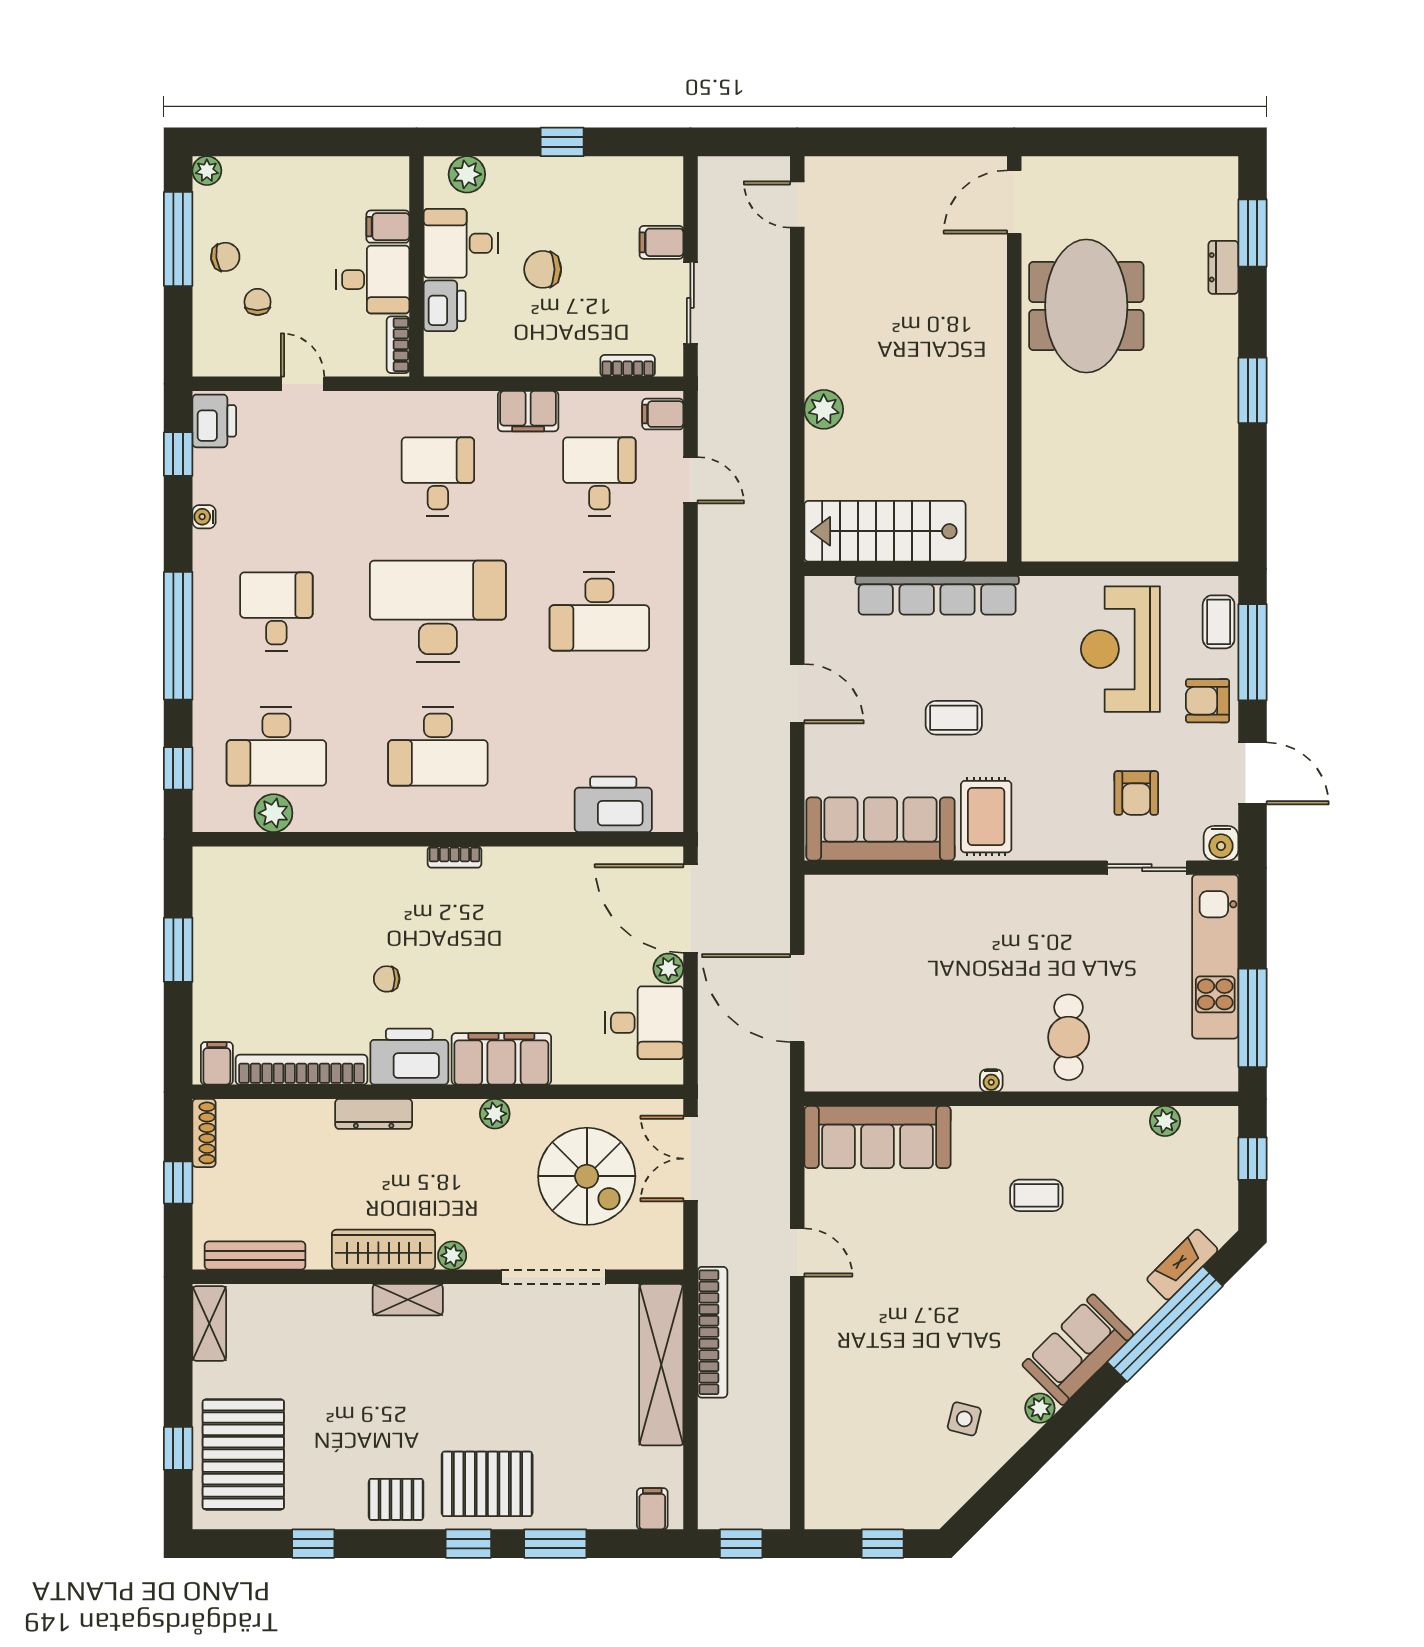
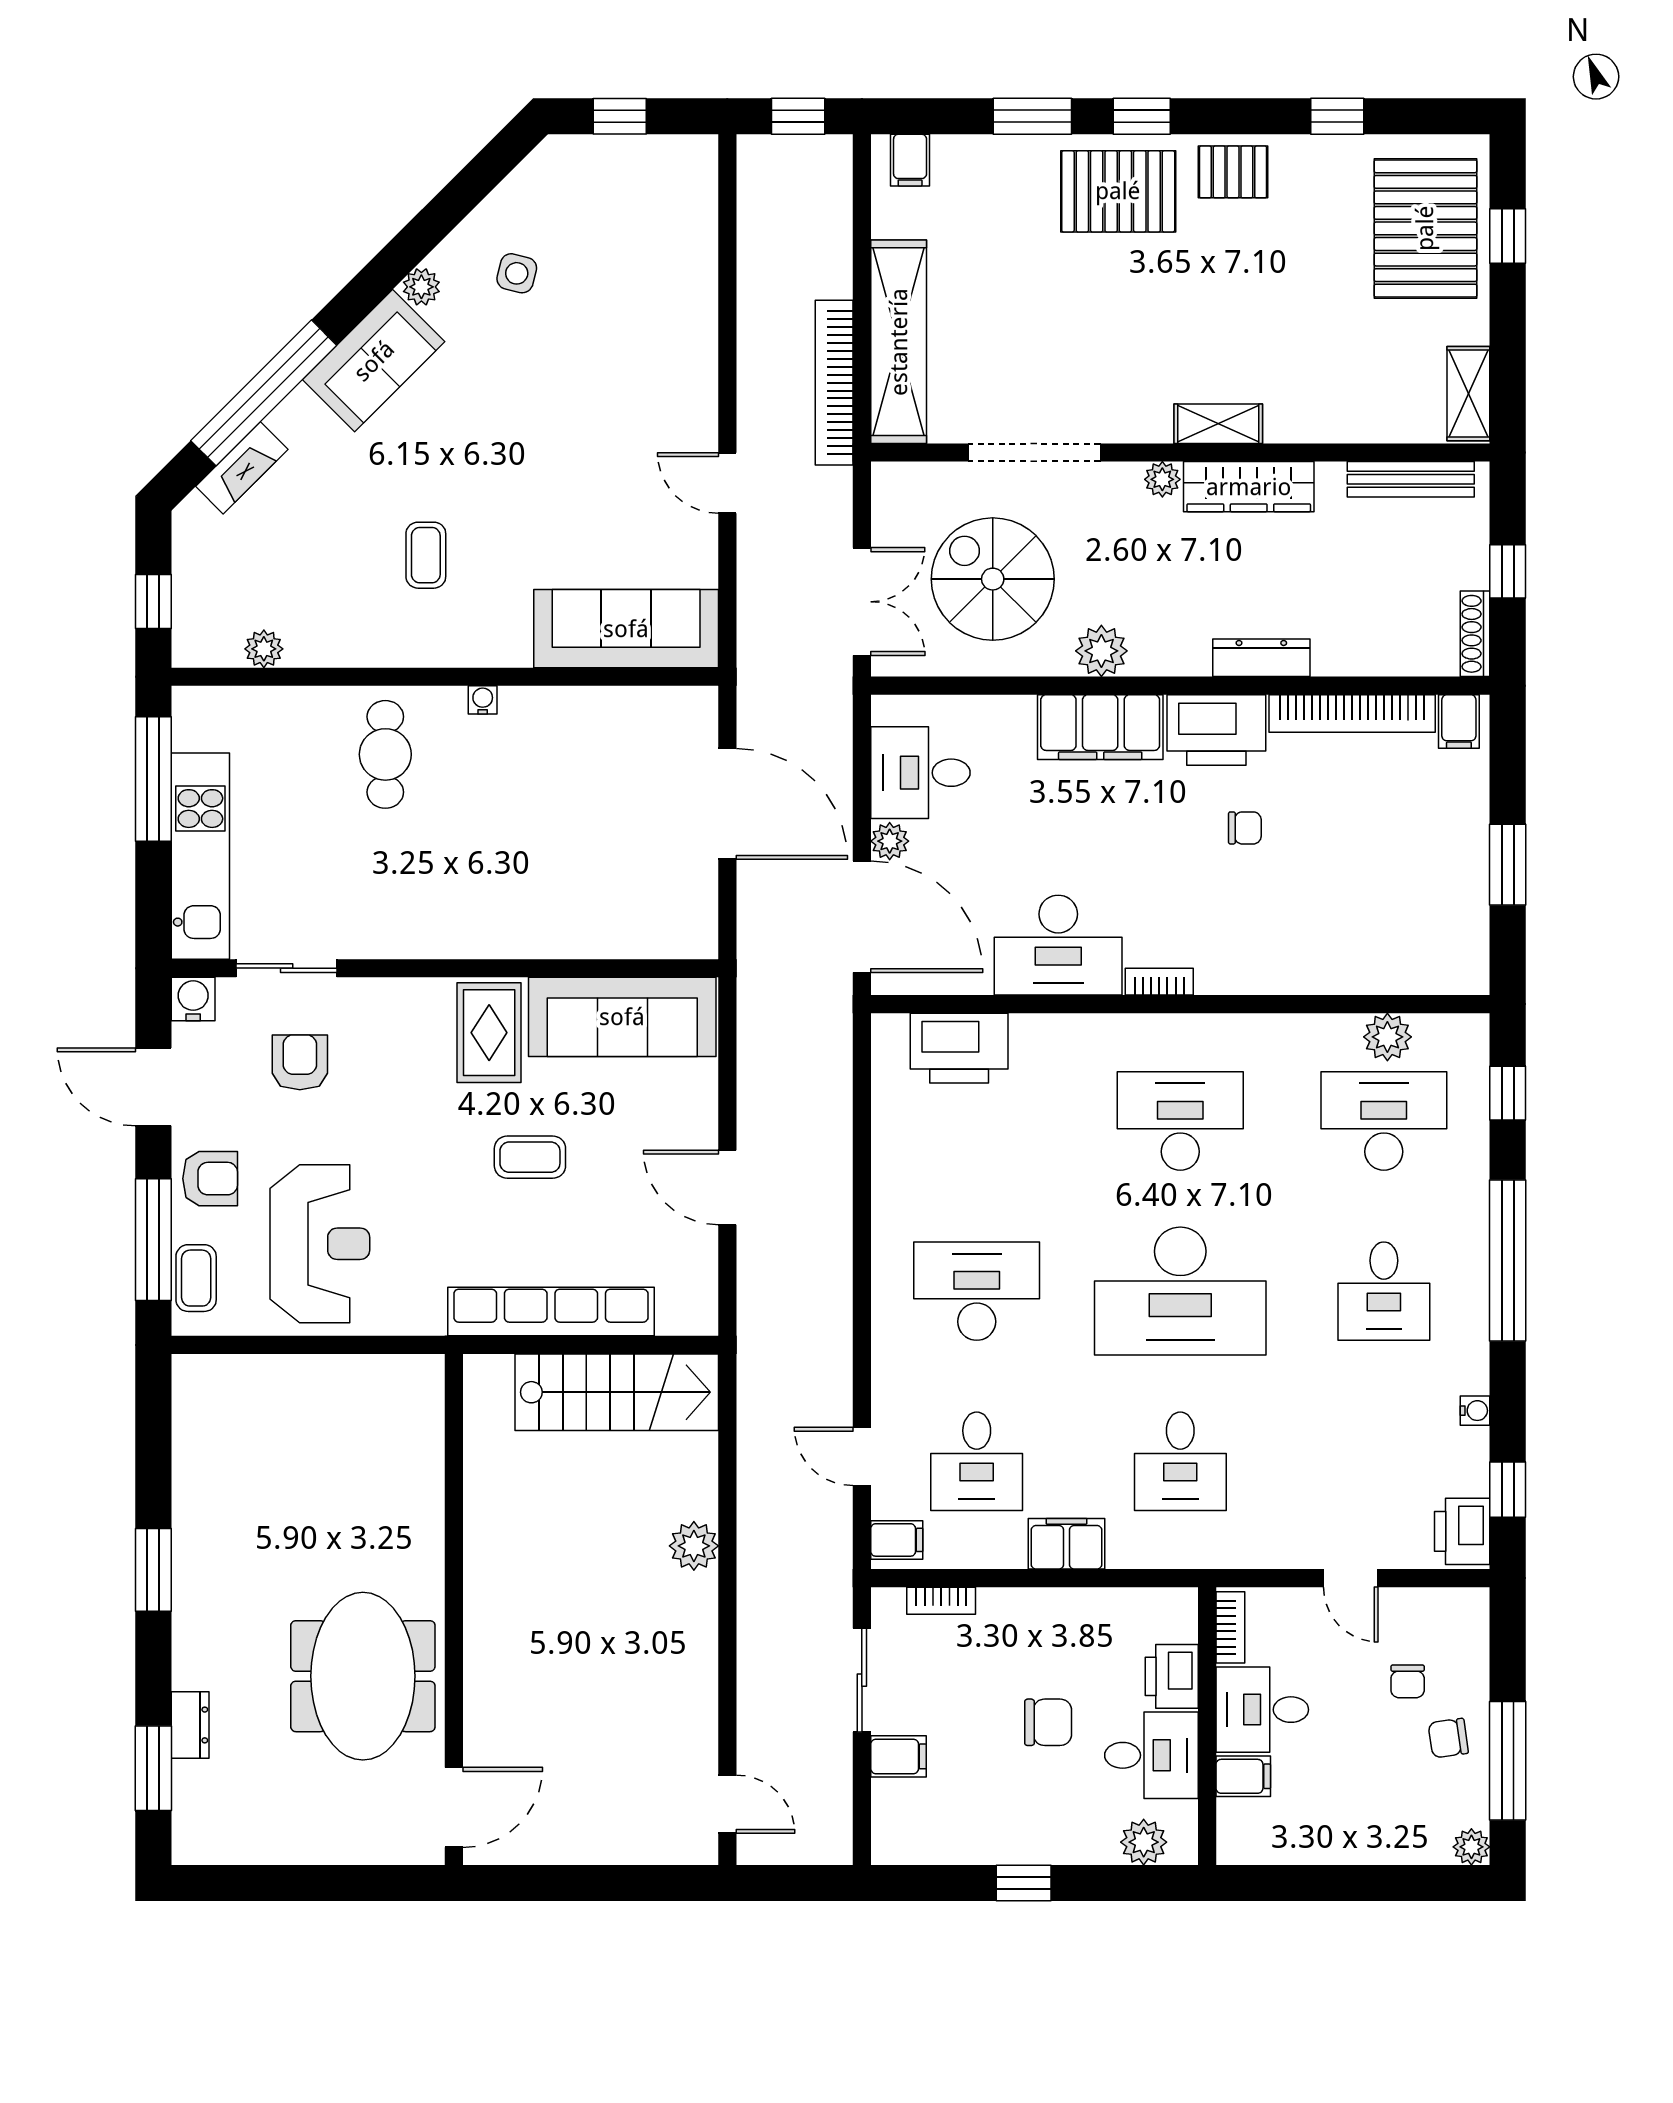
desk: (535, 886) -> (1058, 945), added
plant: (495, 1114) -> (1101, 651), width x1.38, depth x1.38
coffee table: (1036, 1195) -> (426, 555), turned 90

